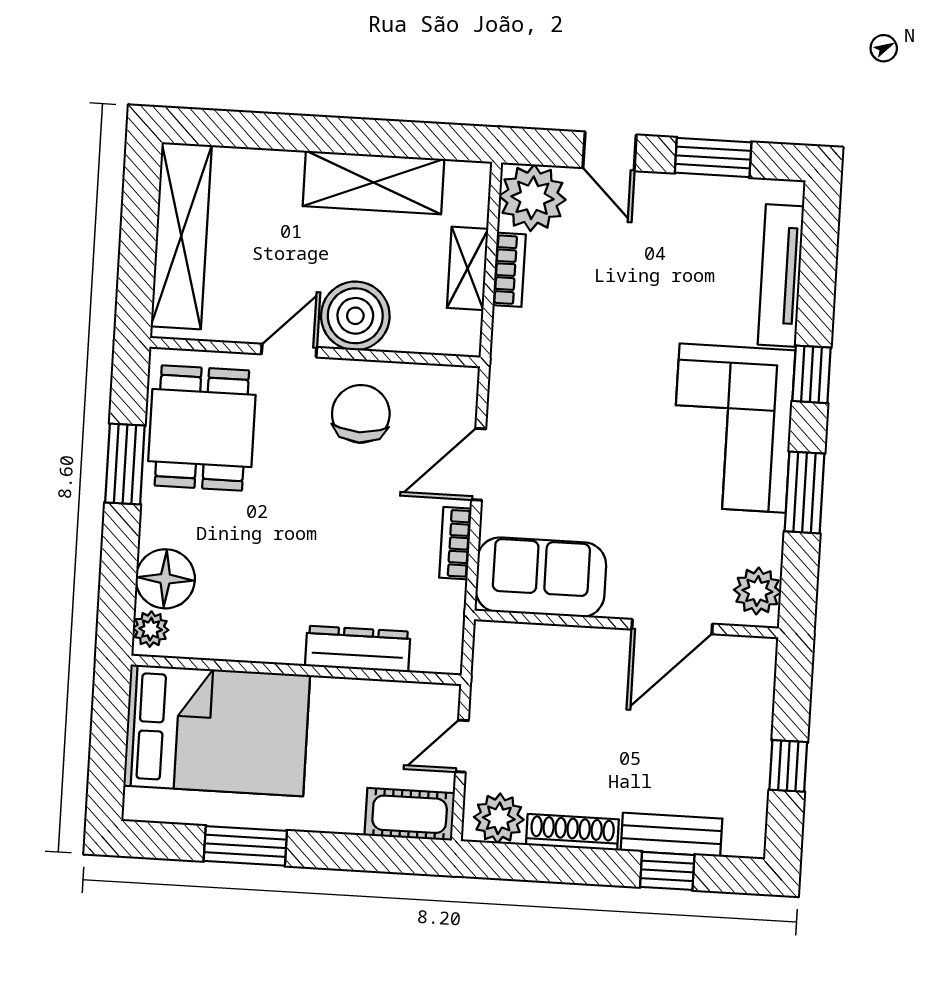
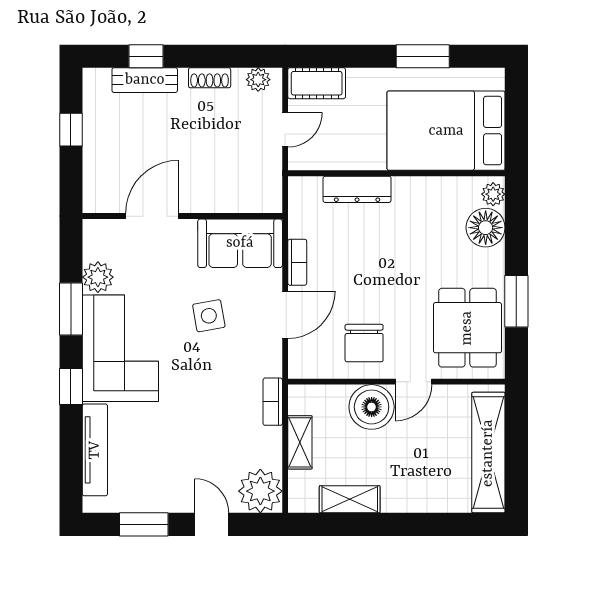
shelving: (374, 183) -> (350, 499), width x0.67, depth x0.75
bookcase: (509, 270) -> (273, 402), moved
side table: (595, 470) -> (209, 316), added
plant: (757, 591) -> (98, 277), moved
plant: (499, 818) -> (258, 80), width x0.73, depth x0.73
shoe rack: (572, 832) -> (210, 78), width x0.70

